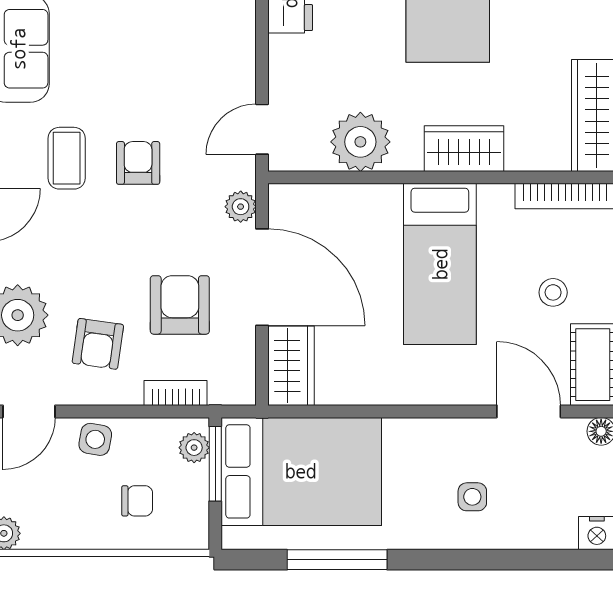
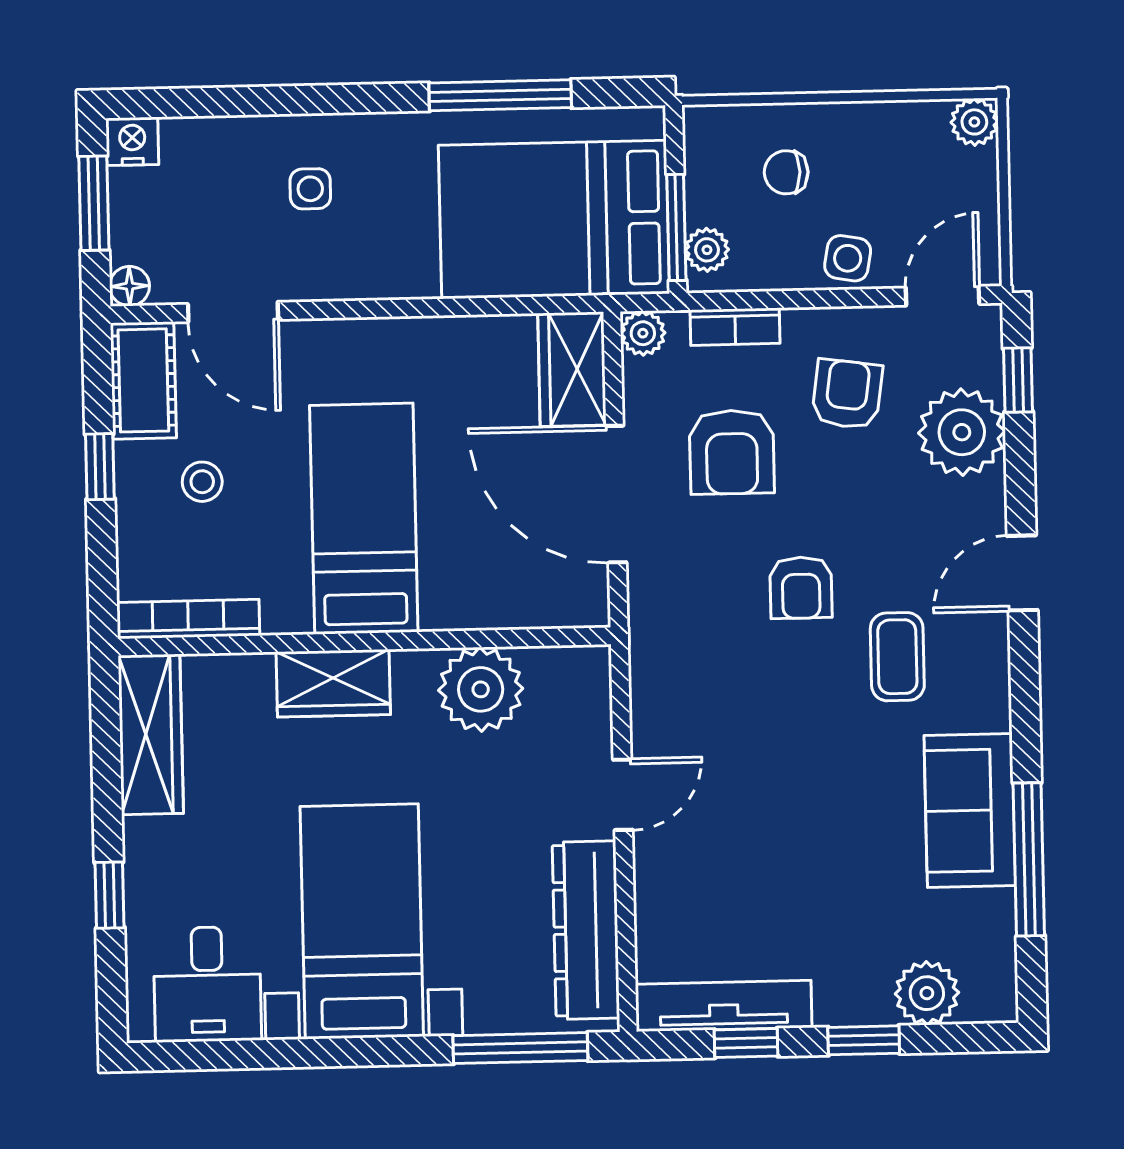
door: (262, 129) -> (623, 795), moved
armchair: (138, 163) -> (801, 588), moved
plant: (241, 207) -> (643, 333), moved

